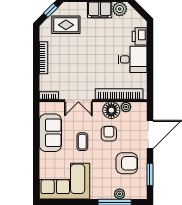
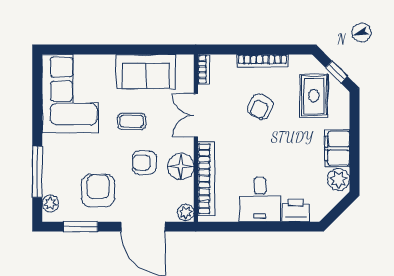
armchair: (73, 59) -> (260, 107), added
plant: (126, 107) -> (186, 212), moved
armchair: (109, 134) -> (144, 163), turned 180
armchair: (127, 163) -> (98, 191), turned 180
plant: (120, 194) -> (50, 203), moved

